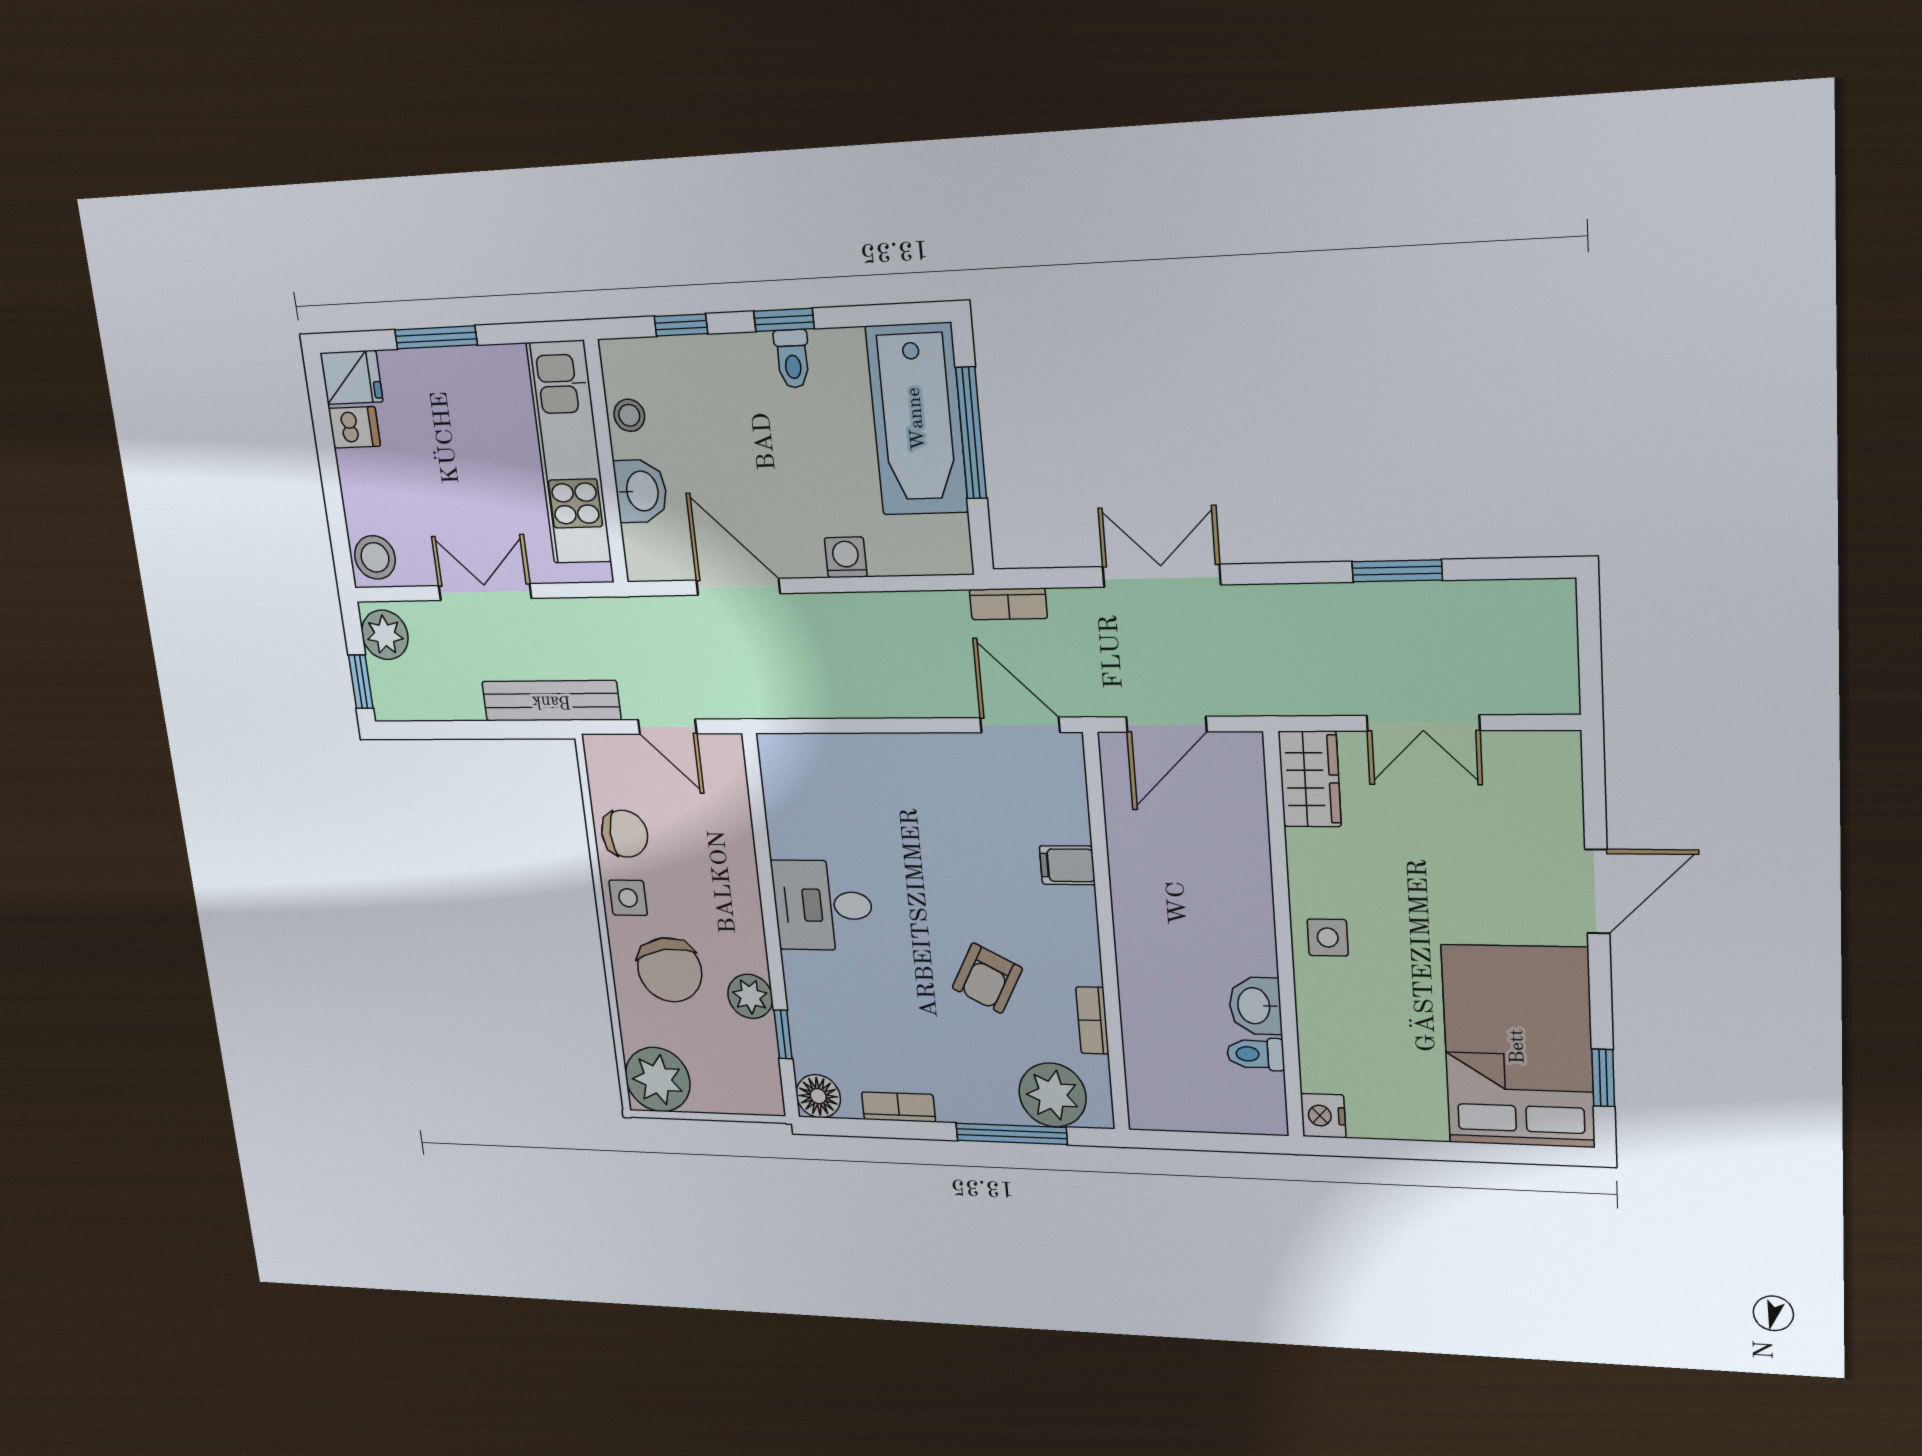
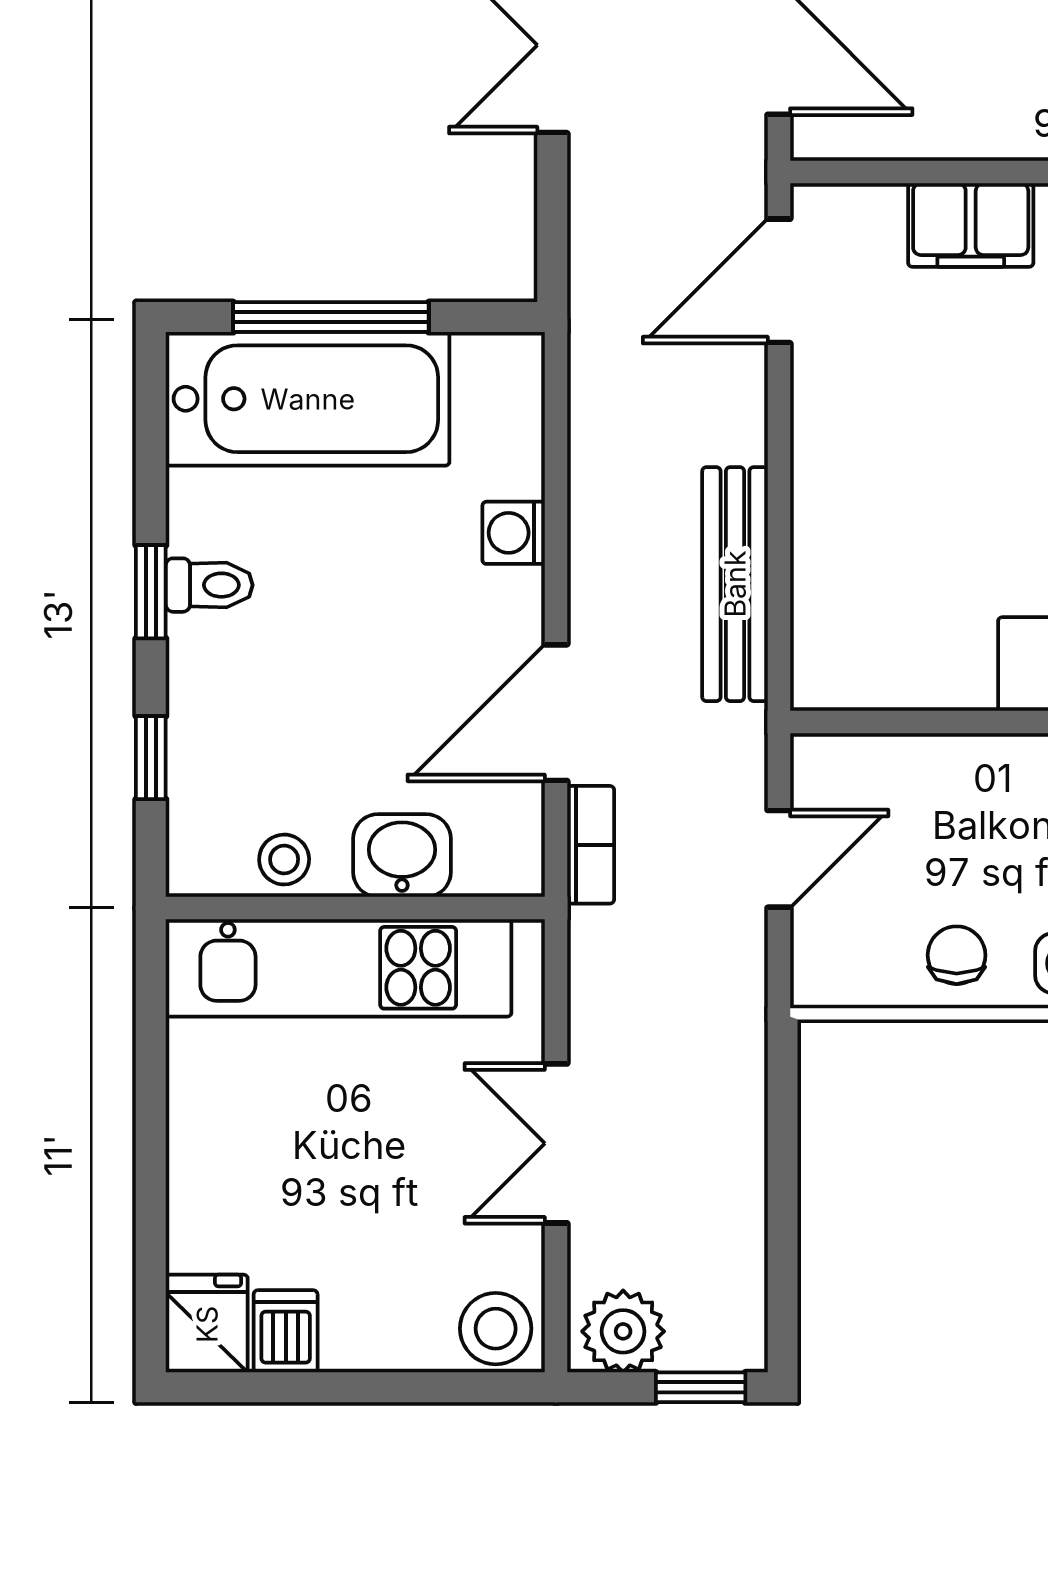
window: (436, 337) -> (151, 1168), removed
bookcase: (1008, 604) -> (591, 845), moved
bench: (551, 701) -> (735, 584), moved
chair: (625, 834) -> (957, 955), width x0.73, depth x0.73
filing cabinet: (1067, 865) -> (971, 225), width x2.00

